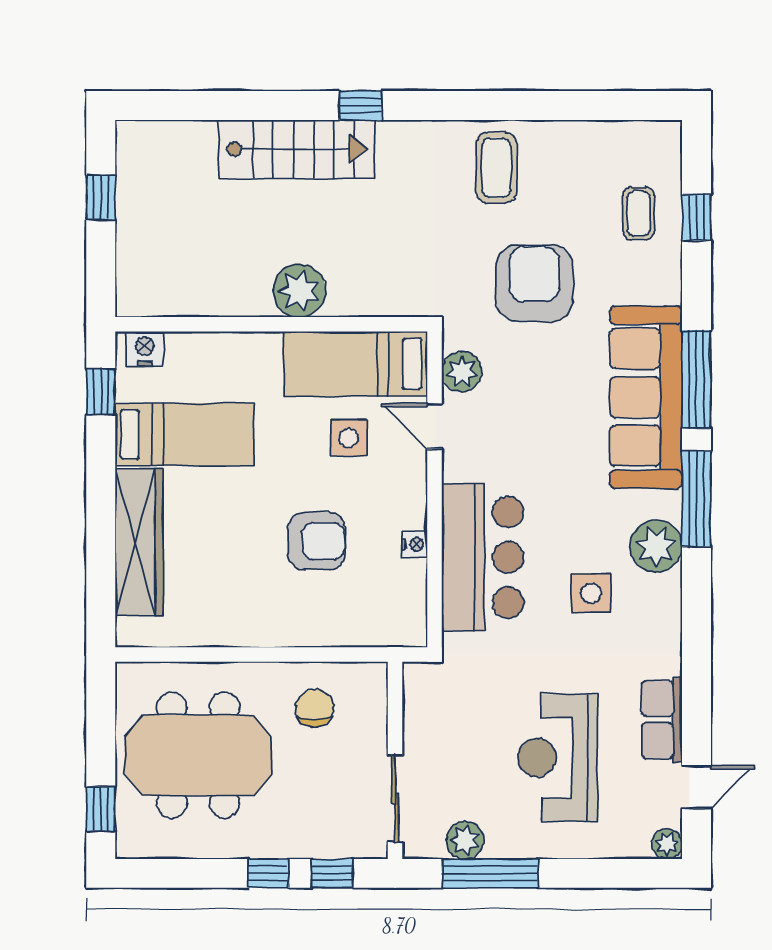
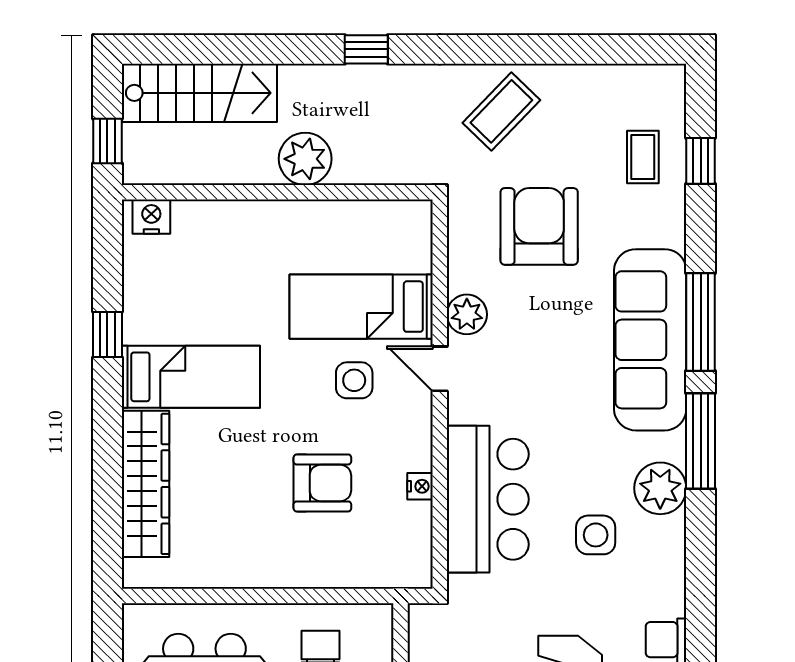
stairs: (296, 149) -> (199, 93), moved
coffee table: (496, 168) -> (501, 111), turned 44
plant: (299, 291) -> (305, 159), moved
wall: (271, 324) -> (277, 192), moved
nightstand: (145, 349) -> (151, 217), moved

